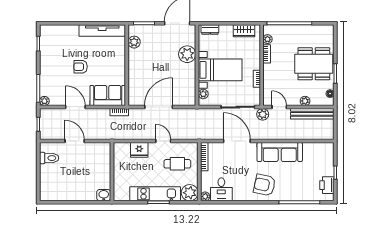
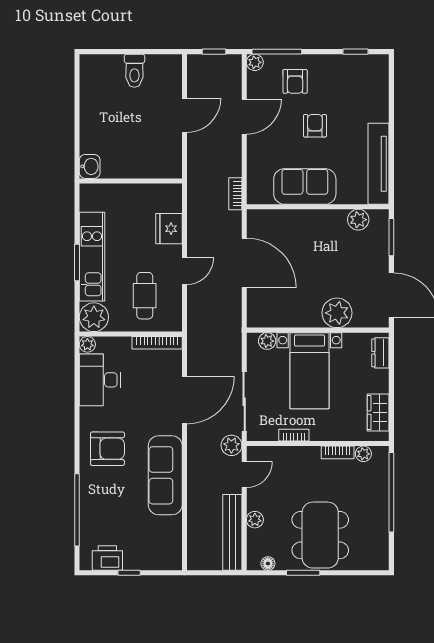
armchair: (55, 78) -> (295, 81), added
sofa: (108, 96) -> (305, 186), moved, turned -90
toilet: (49, 158) -> (134, 71), moved
armchair: (265, 185) -> (107, 449), turned 78
desk: (221, 189) -> (100, 380), width x1.37

